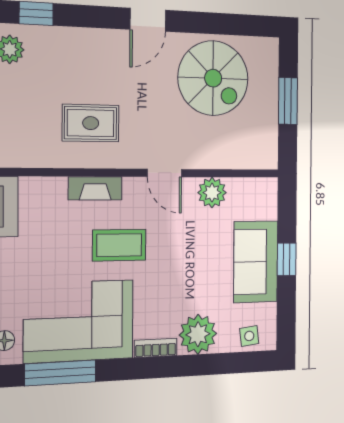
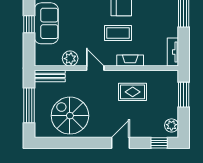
door: (148, 20) -> (121, 143), moved
window: (288, 101) -> (29, 105), width x1.44
bench: (250, 158) -> (50, 76), added

